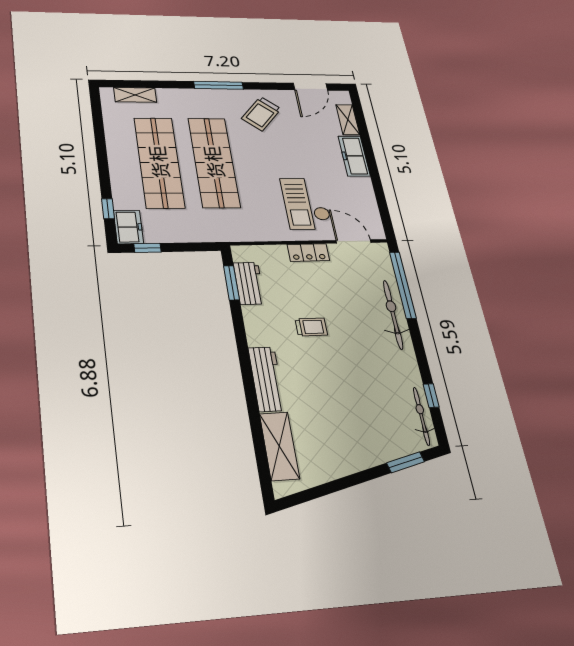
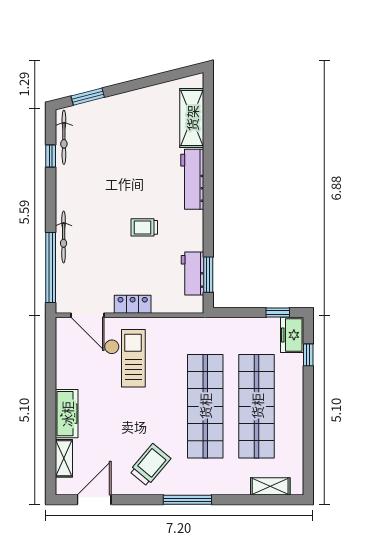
bicycle: (393, 315) -> (64, 237), width x0.73, depth x0.71

